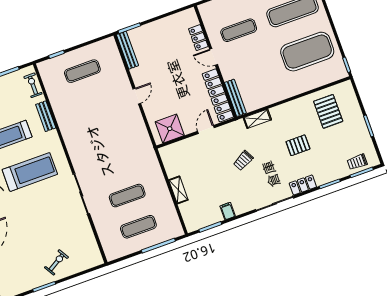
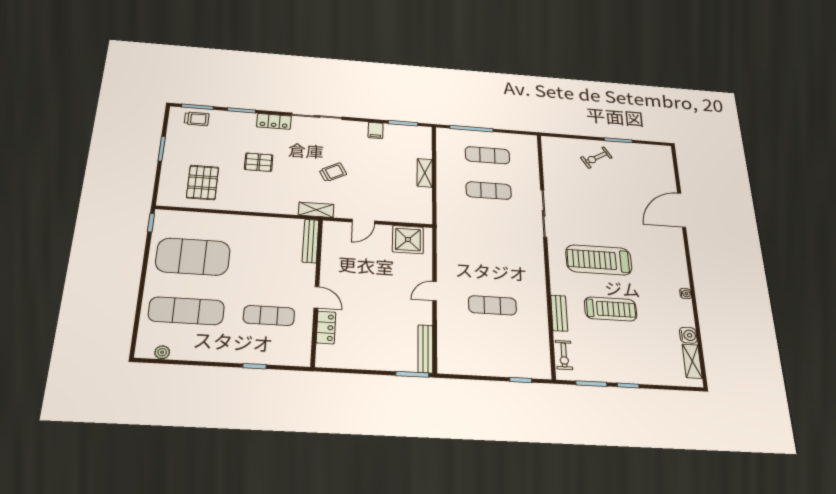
exercise mat: (82, 71) -> (492, 305), moved
locker: (218, 95) -> (331, 252), removed
shelving: (257, 119) -> (316, 210), moved

